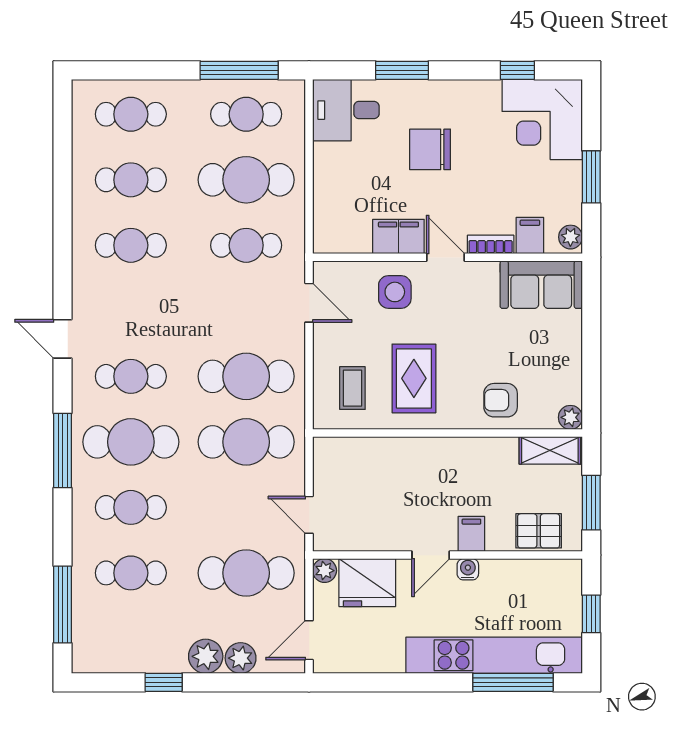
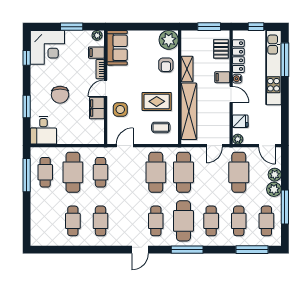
cafe table: (131, 114) -> (266, 221), moved
plant: (570, 417) -> (169, 40), width x1.88, depth x1.88
shelving: (550, 450) -> (187, 69), moved
shelving: (391, 455) -> (189, 111), added
locker: (522, 572) -> (238, 56), added
fridge: (367, 583) -> (240, 121), width x0.53, depth x0.75
window: (164, 682) -> (285, 207), width x2.17

